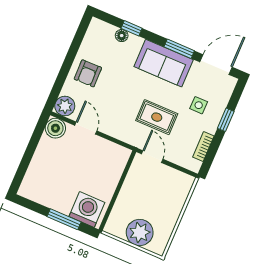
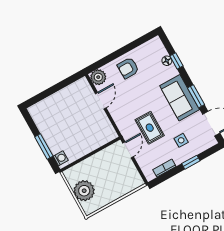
boiler: (55, 128) -> (82, 86), removed
washing machine: (87, 209) -> (61, 158), width x0.53, depth x0.53

